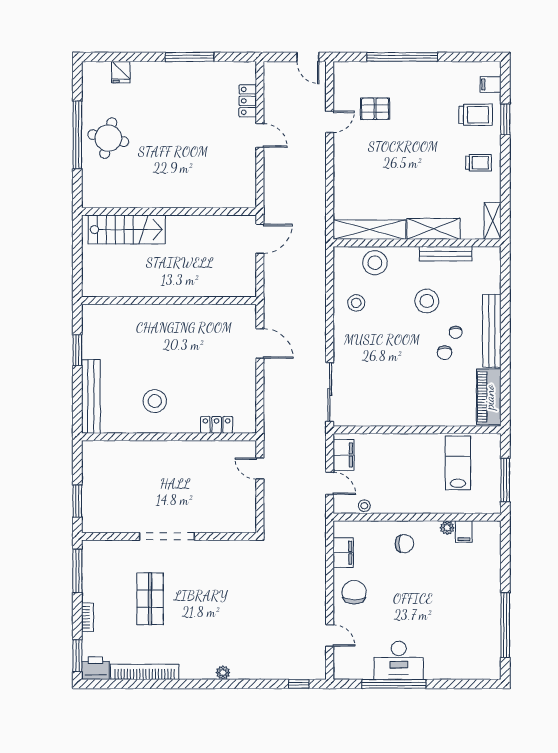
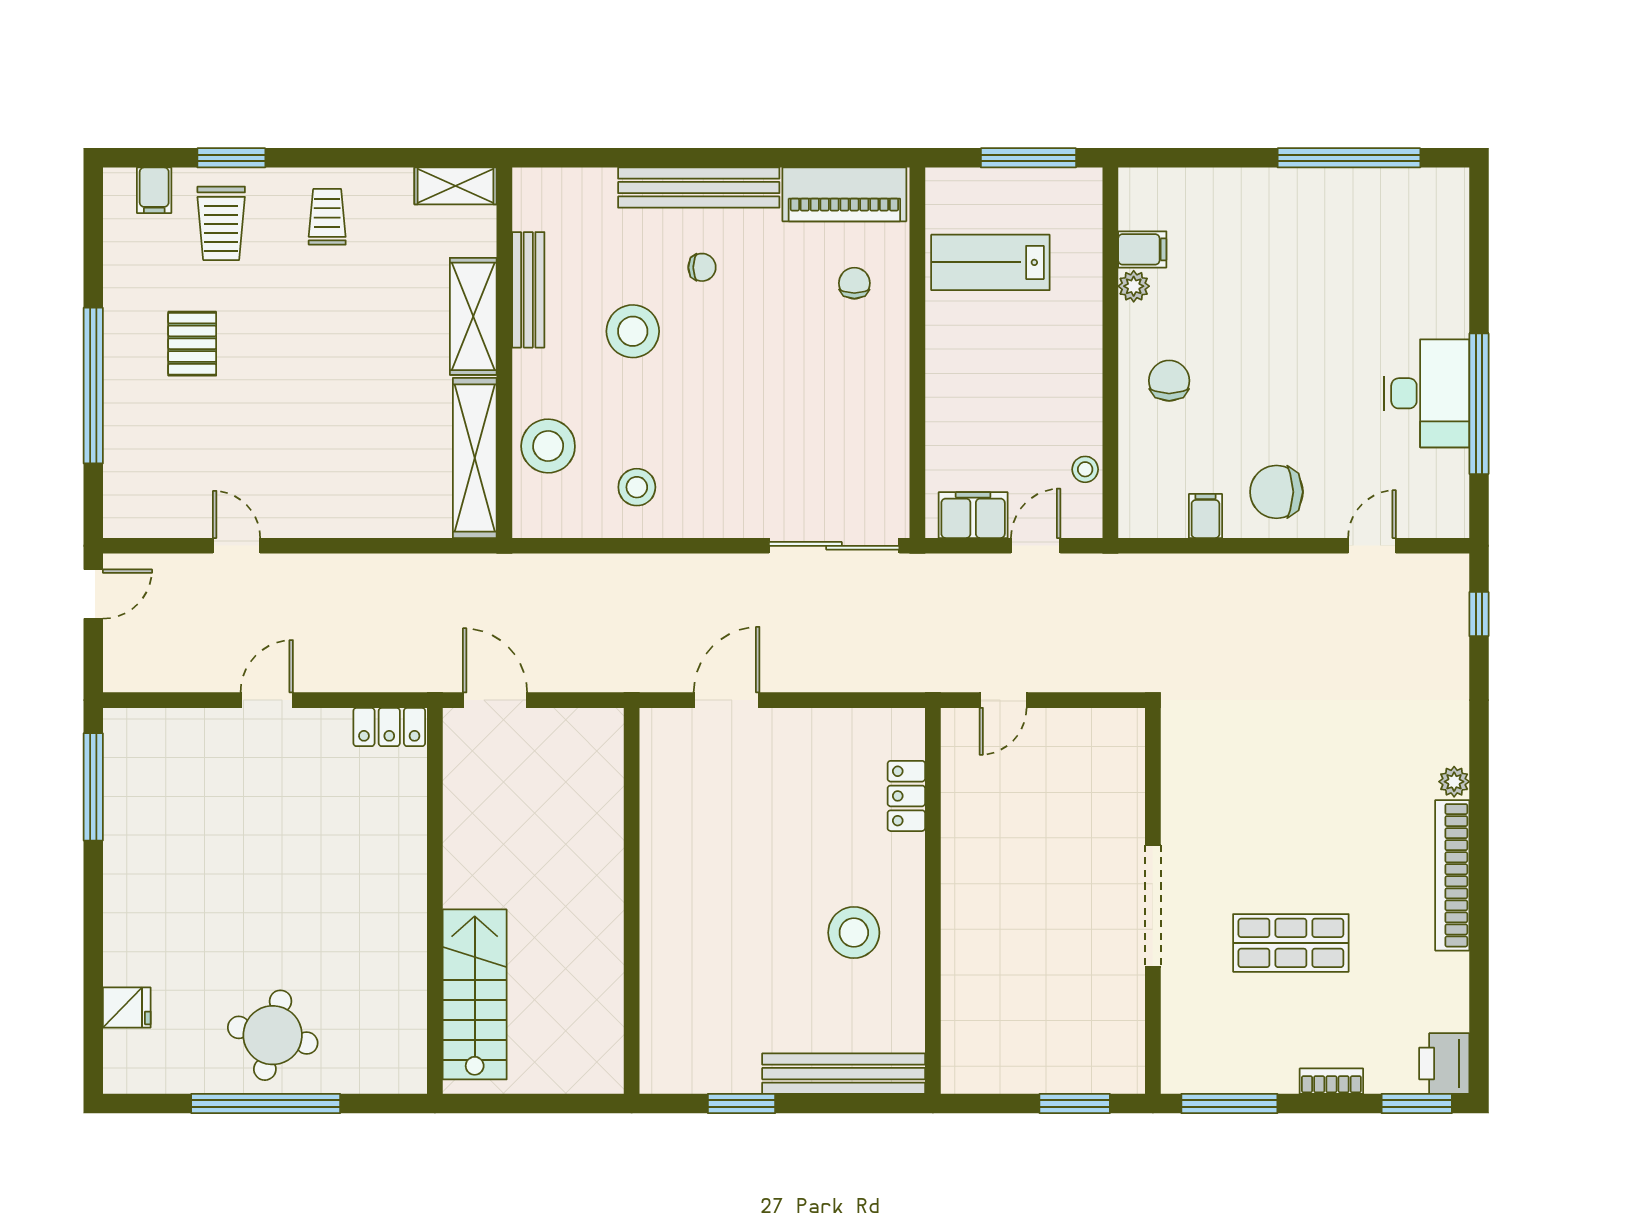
window: (190, 57) -> (93, 787), moved
locker: (248, 101) -> (389, 727), moved
pallet: (375, 109) -> (192, 344), moved
trolley: (476, 115) -> (221, 223), turned 180
chair: (445, 353) -> (854, 283), moved, turned -90
filing cabinet: (343, 553) -> (1205, 516), width x0.50
bookcase: (145, 672) -> (1452, 875), moved

